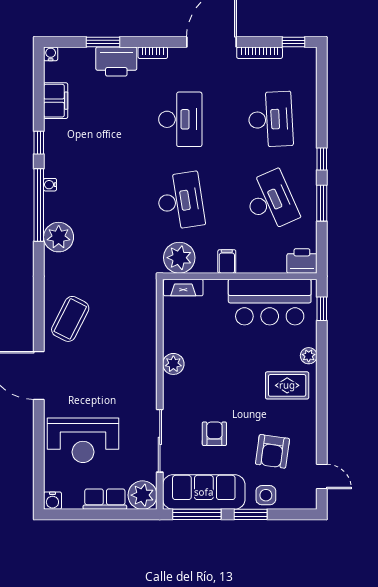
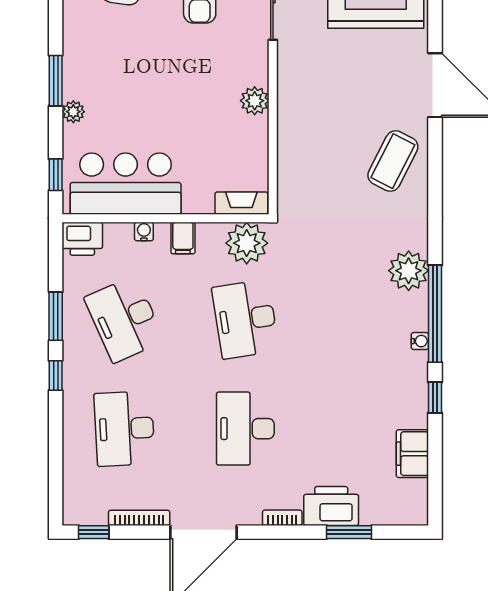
water cooler: (51, 54) -> (144, 231), moved, turned 180
window: (322, 379) -> (56, 81), added
rug: (287, 385) -> (102, 72), removed

